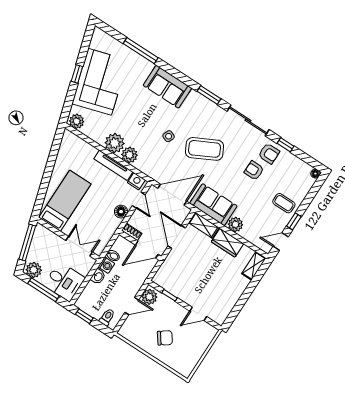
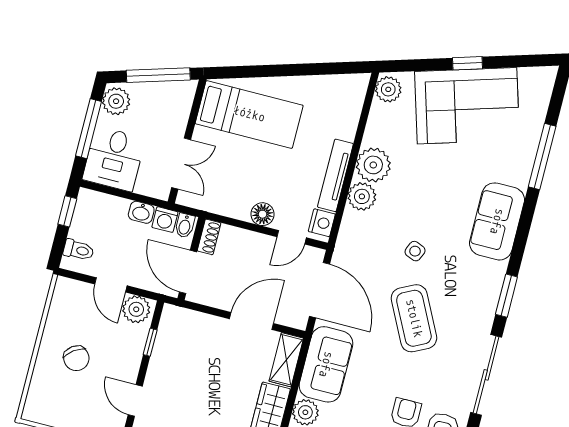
shoe rack: (132, 232) -> (209, 237), moved
wall: (140, 245) -> (191, 259), moved
door: (147, 250) -> (188, 272), moved

